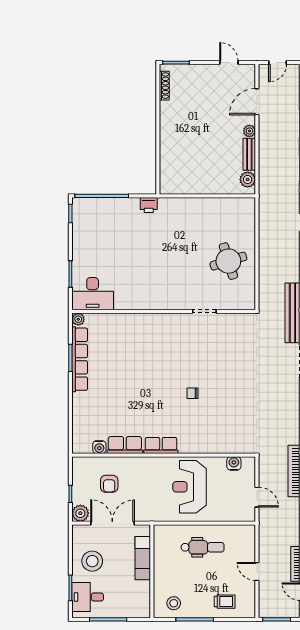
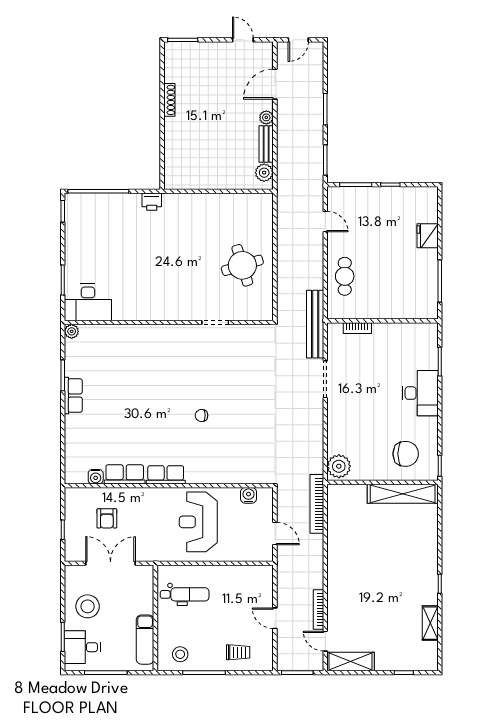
shoe rack: (164, 86) -> (169, 100), moved
row of seats: (80, 359) -> (73, 396), width x0.50
plant: (80, 513) -> (74, 552), removed
dental chair: (203, 547) -> (185, 594), moved
exam couch: (143, 558) -> (145, 640), moved

